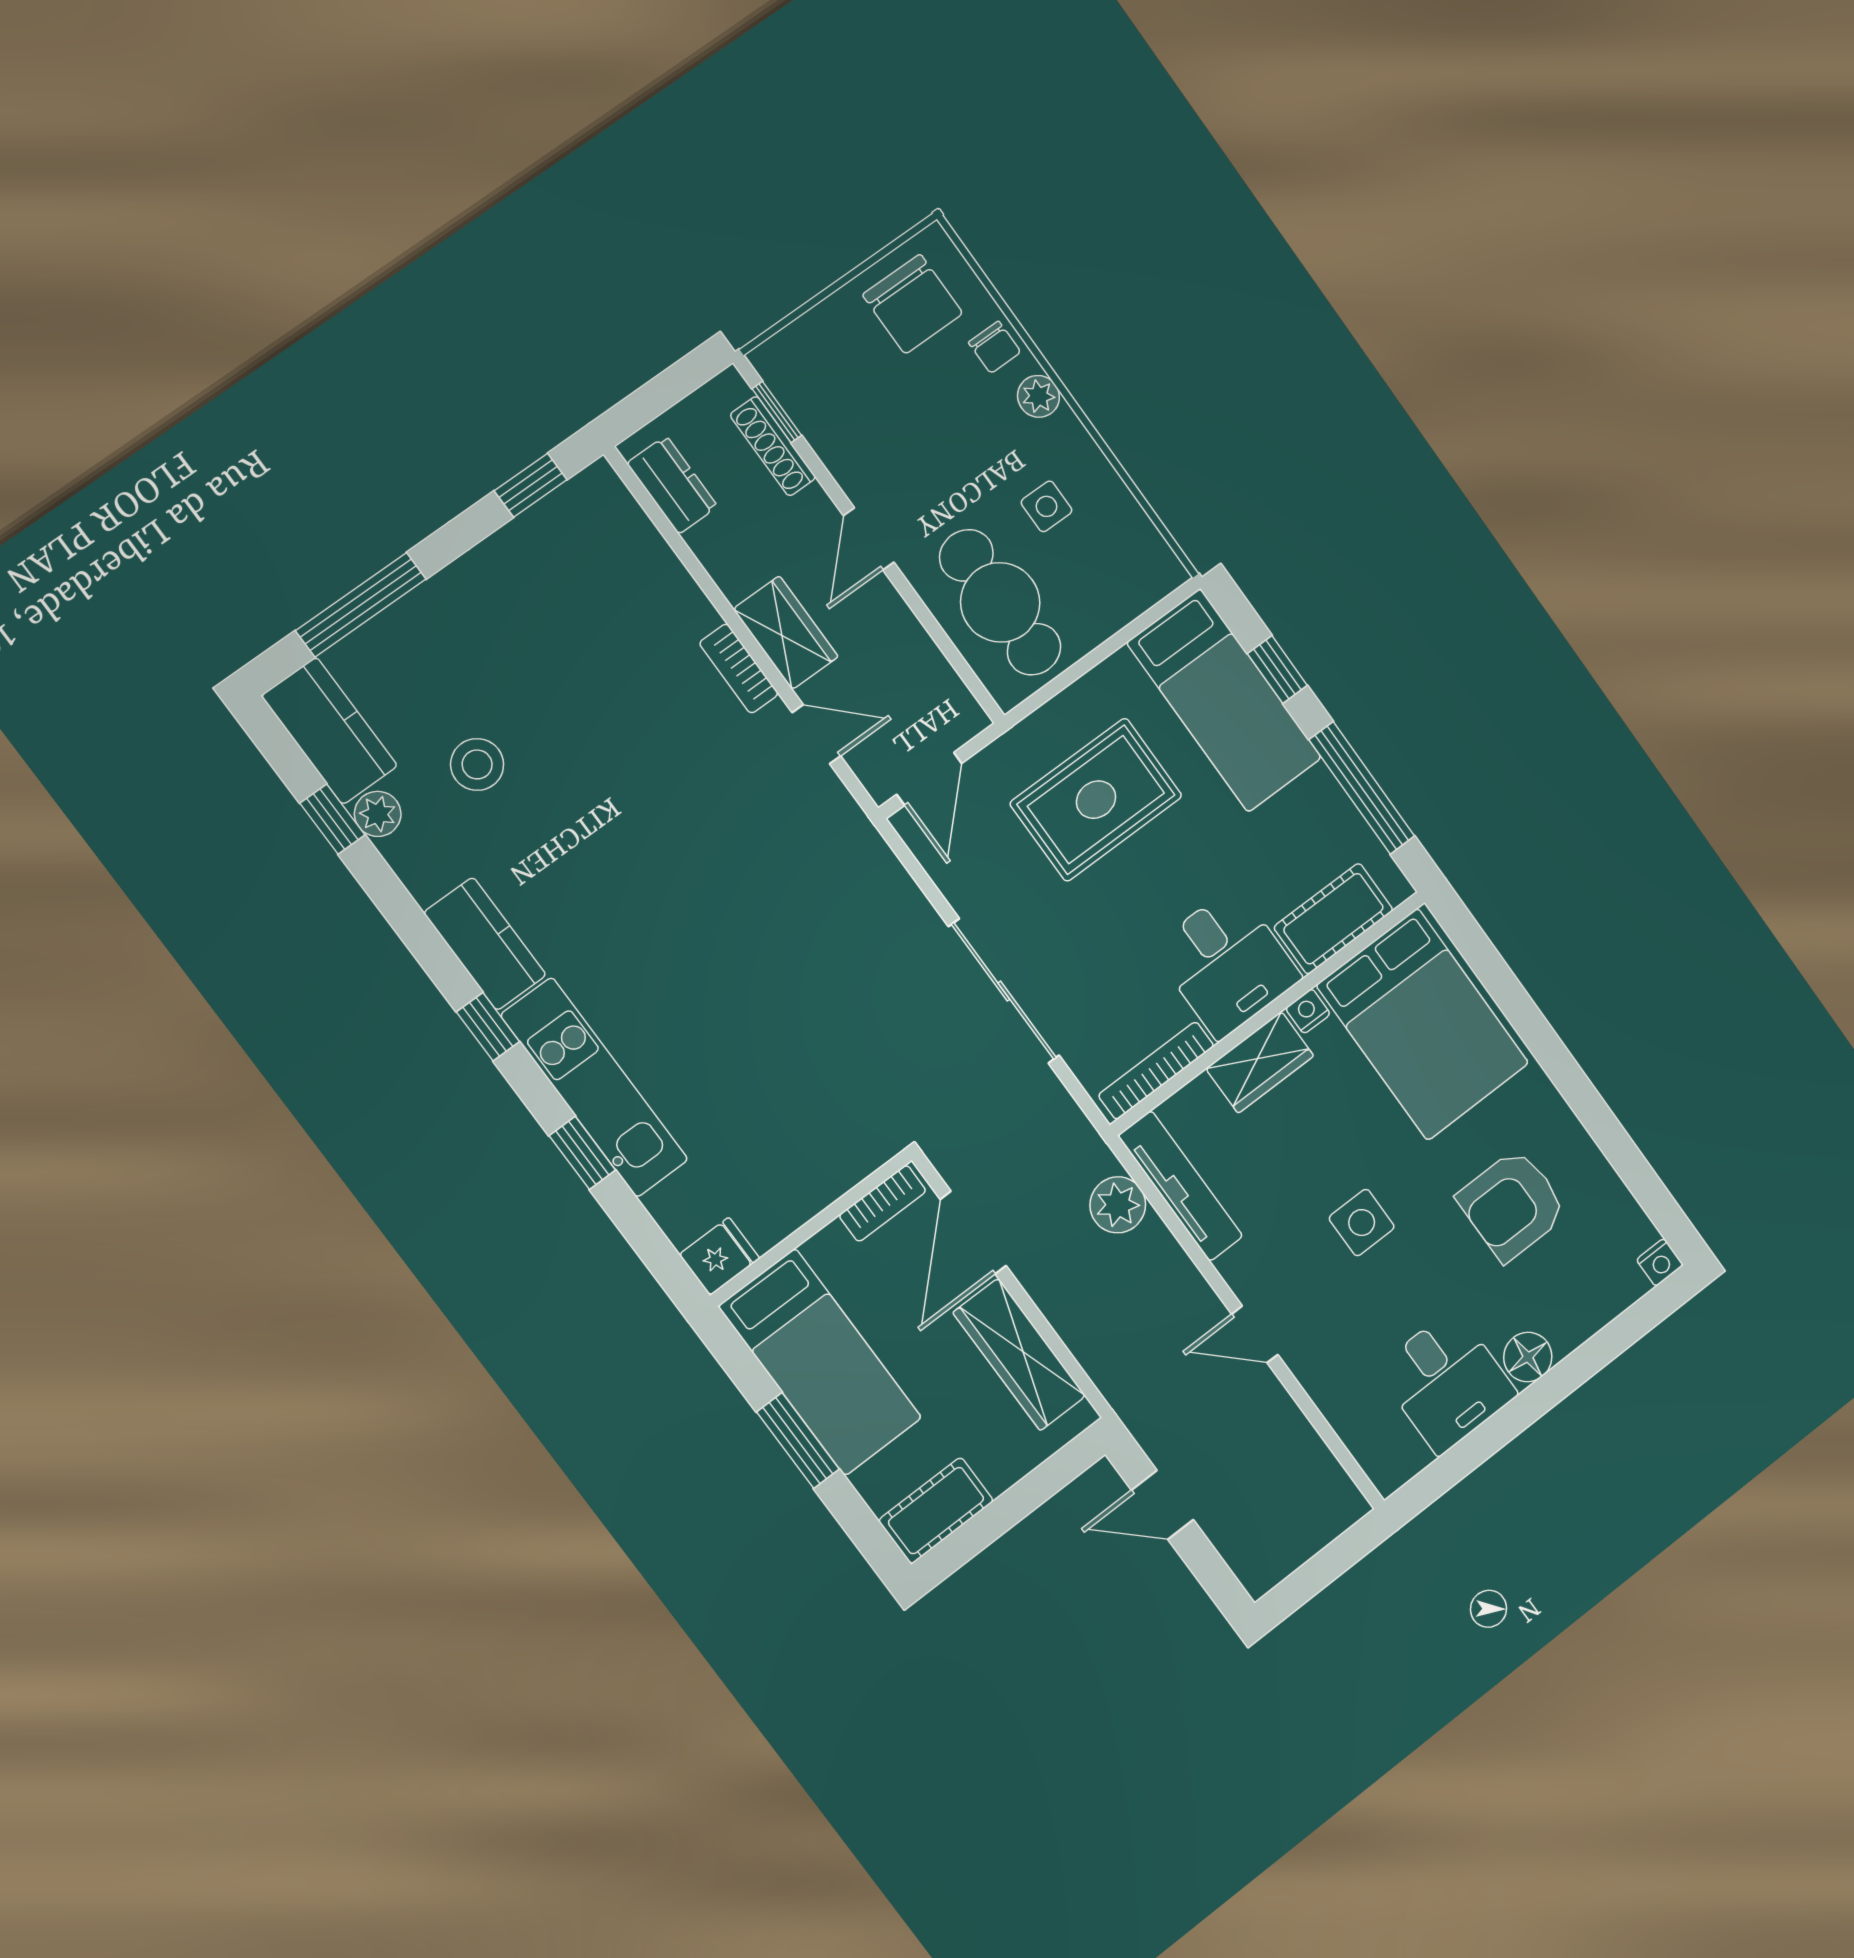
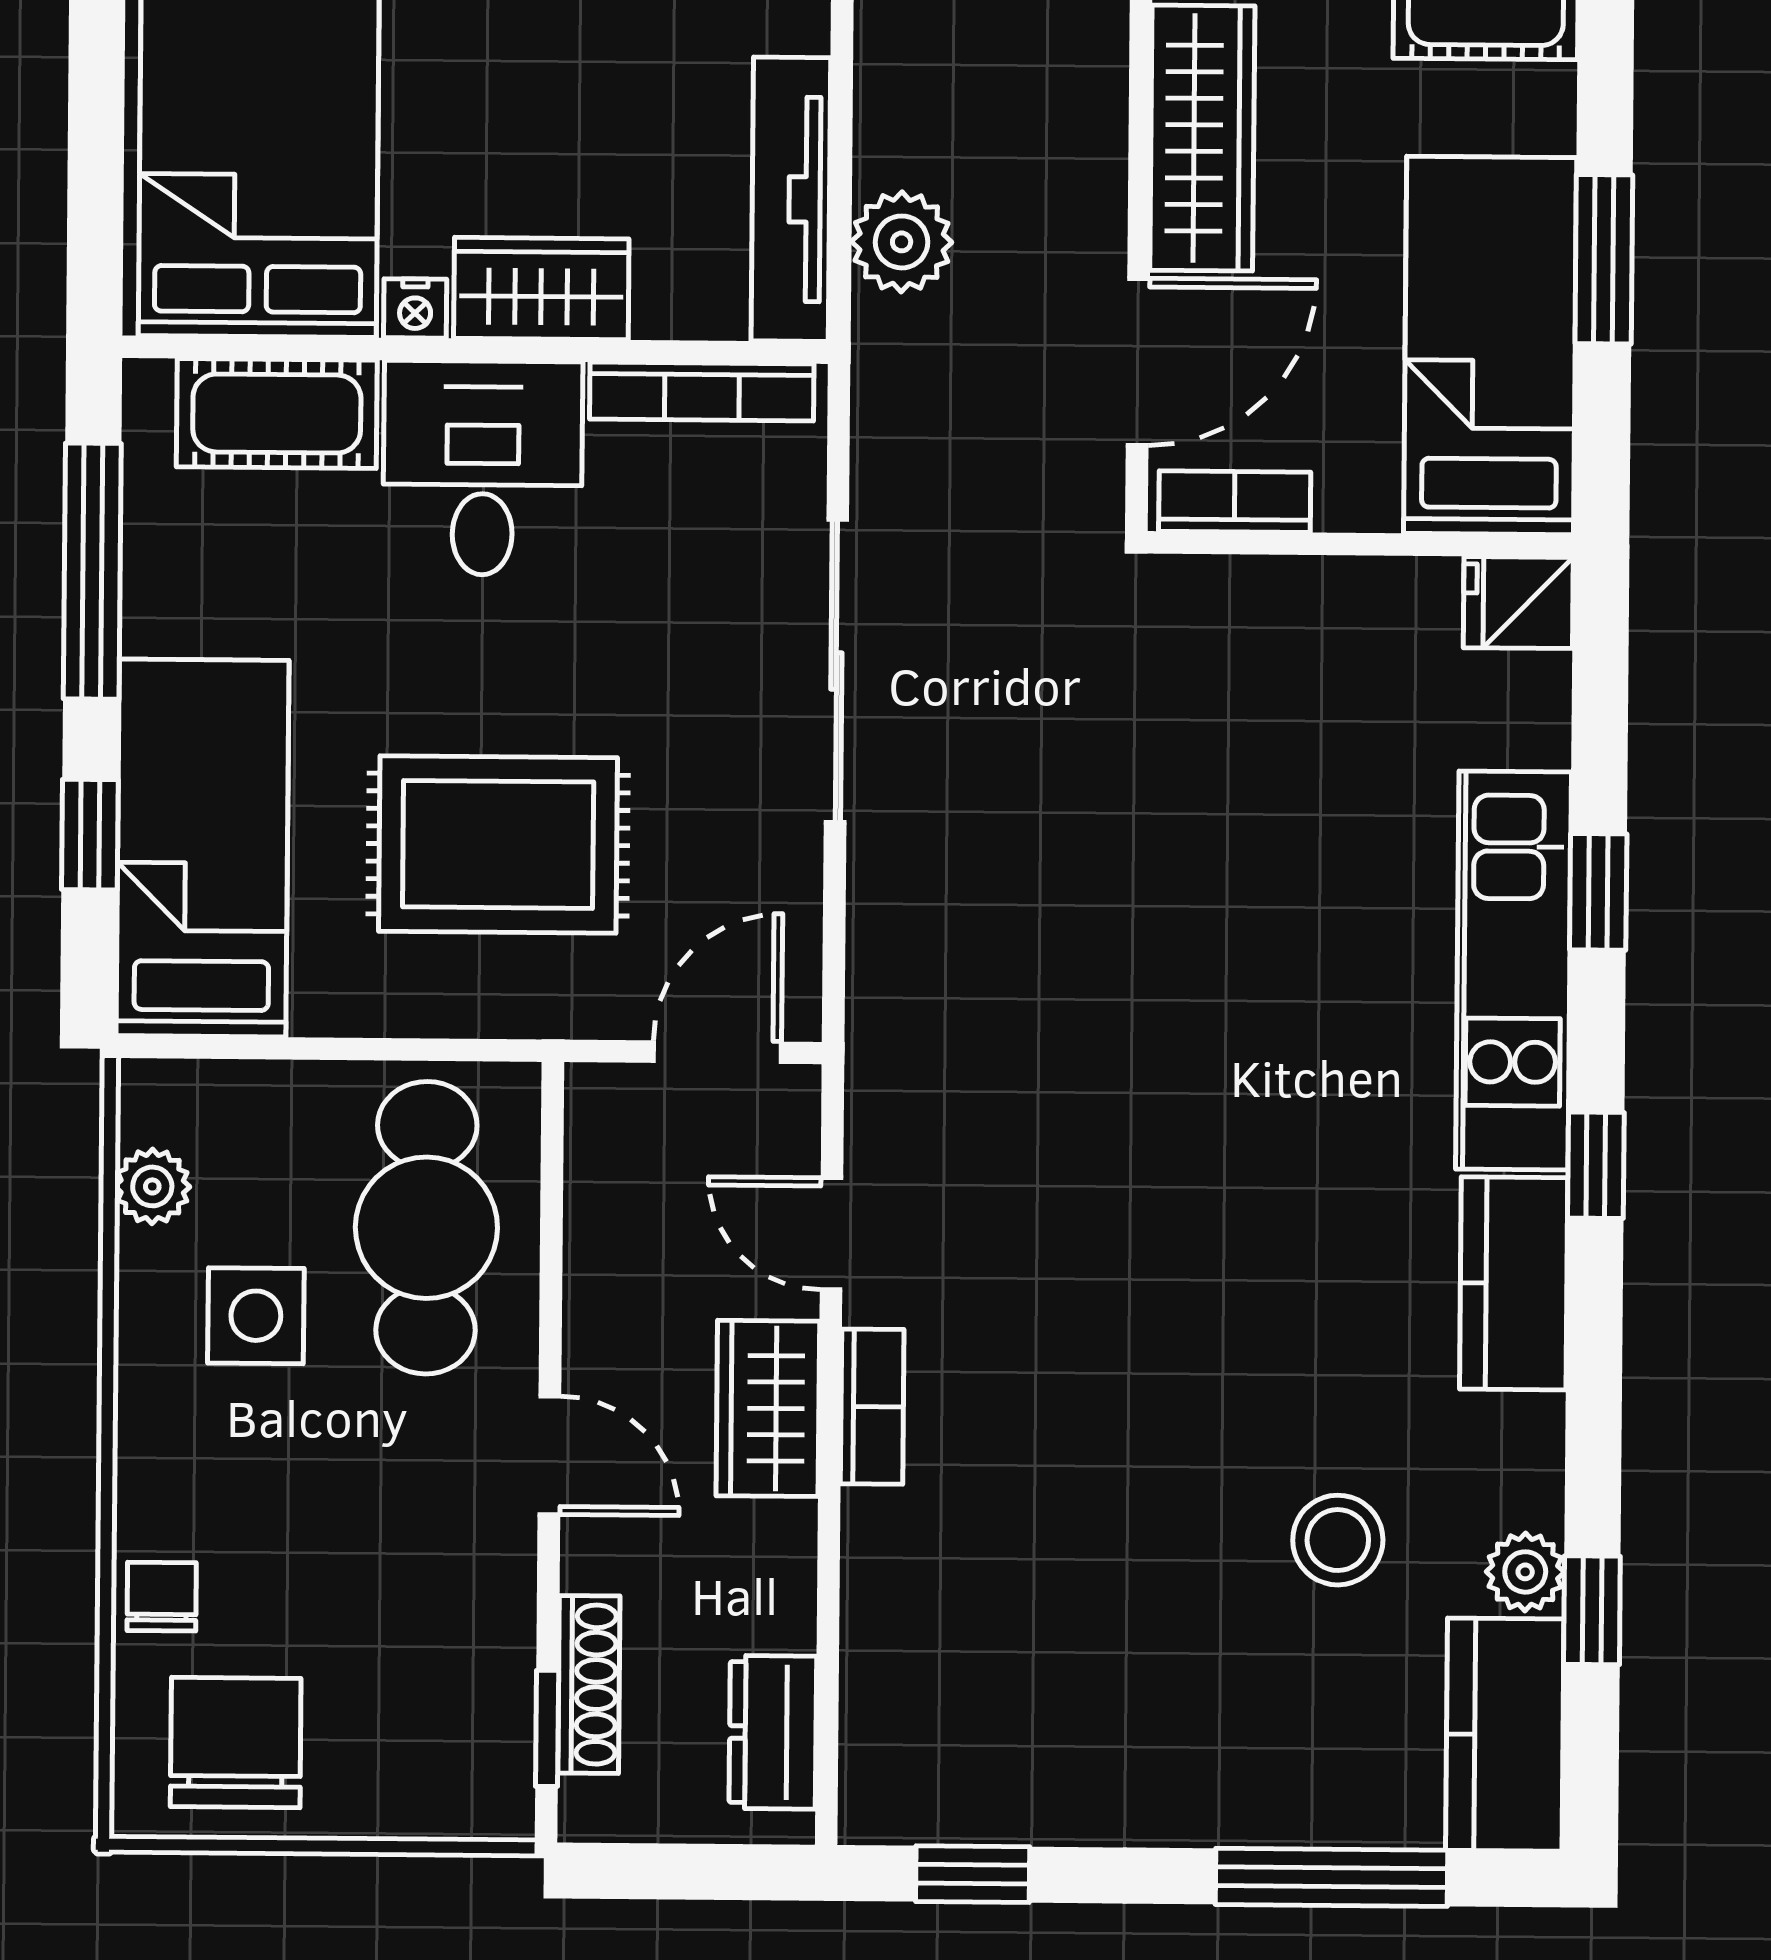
plant: (1038, 396) -> (152, 1186), moved
side table: (1047, 506) -> (256, 1316), width x1.37, depth x1.37
door: (869, 539) -> (549, 1455), hinge flipped

